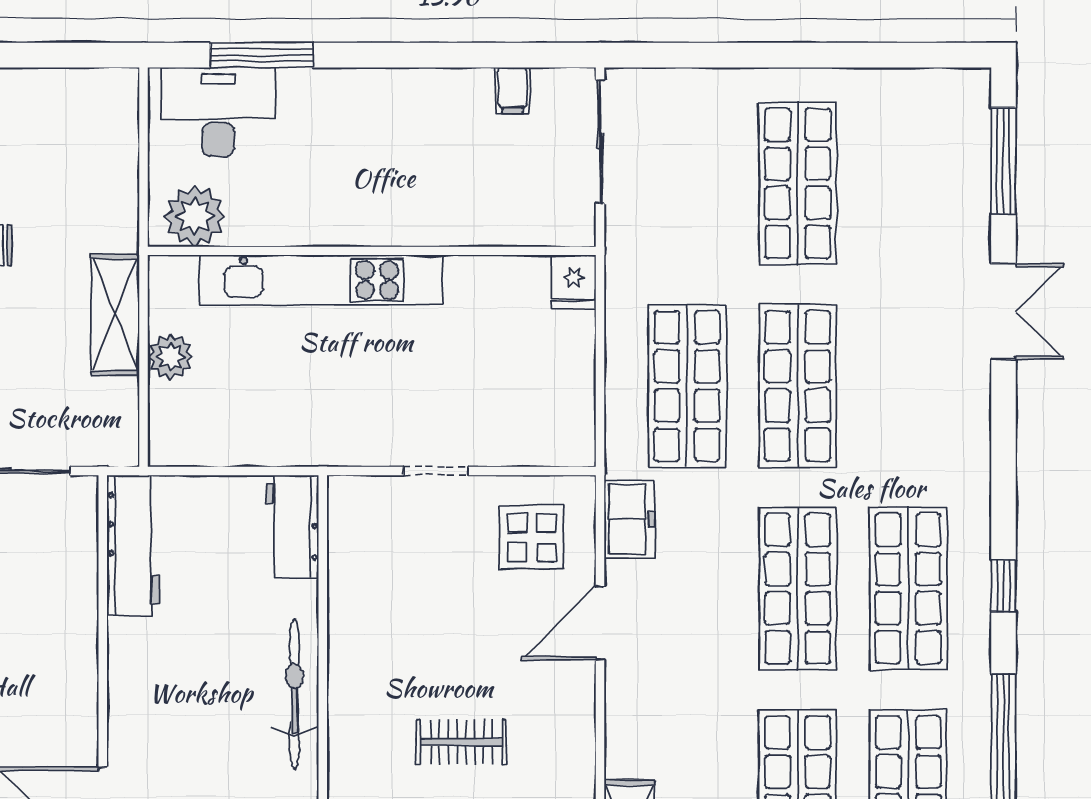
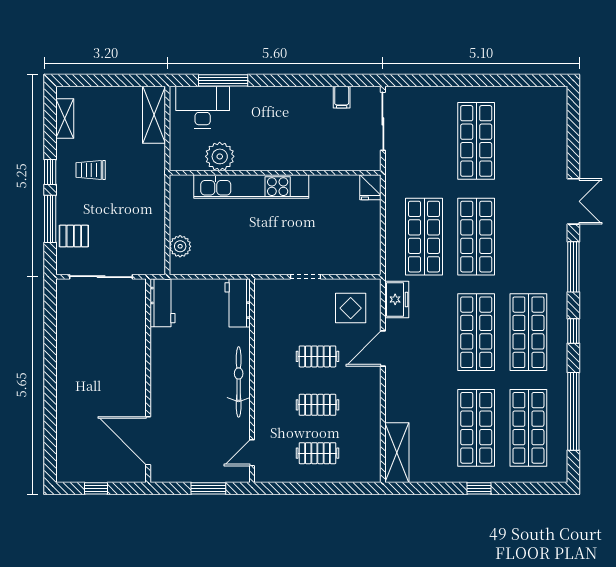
window: (1003, 161) -> (573, 267), moved
plant: (195, 216) -> (220, 156), moved
shelving: (115, 315) -> (154, 115), moved
plant: (170, 357) -> (180, 246), moved
workbench: (133, 545) -> (163, 303), width x0.73
clothes rail: (461, 640) -> (317, 356), added

